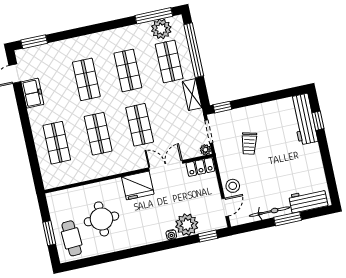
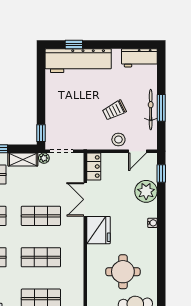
workbench: (304, 119) -> (78, 61), width x1.36, depth x1.32
trolley: (249, 144) -> (114, 110), moved, turned 138
plant: (205, 150) -> (44, 158), moved
workbench: (308, 200) -> (139, 58), moved, turned -90
door: (225, 207) -> (137, 151), swing flipped
window: (288, 219) -> (161, 108), moved
water cooler: (171, 235) -> (152, 223), moved

